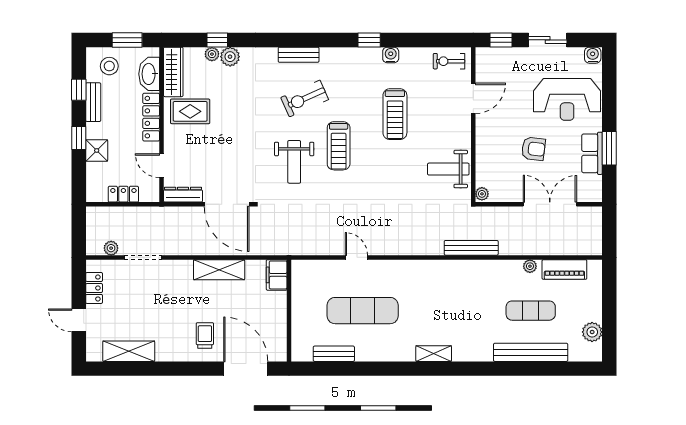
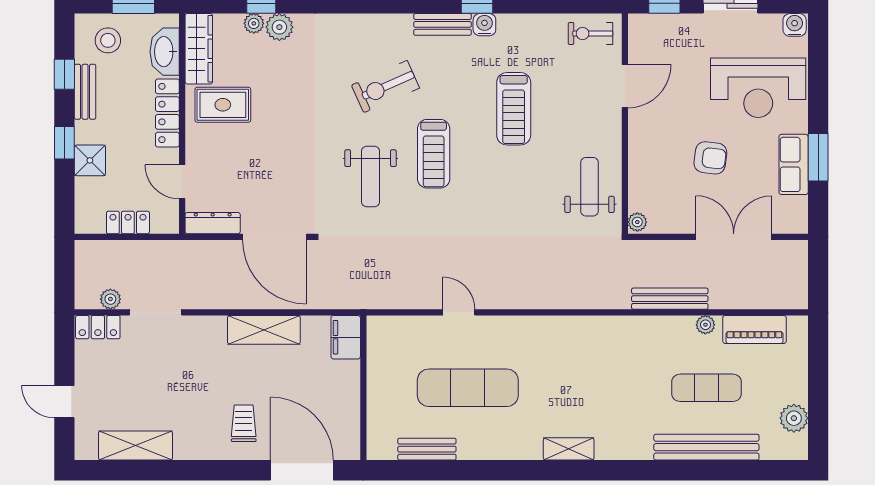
bench: (299, 55) -> (443, 24), moved
water cooler: (391, 55) -> (484, 25), moved
weight bench: (448, 169) -> (590, 187), turned 90
bench: (471, 248) -> (670, 299), moved
locker: (94, 288) -> (98, 327), moved, turned 90

